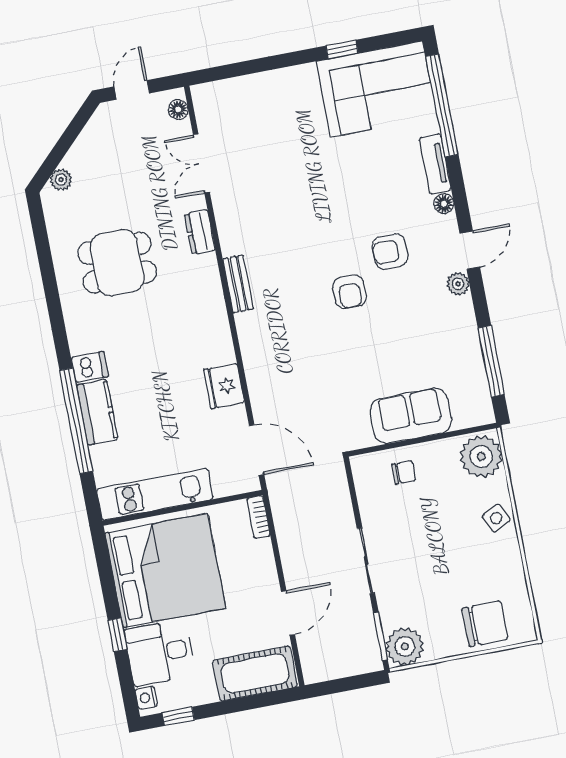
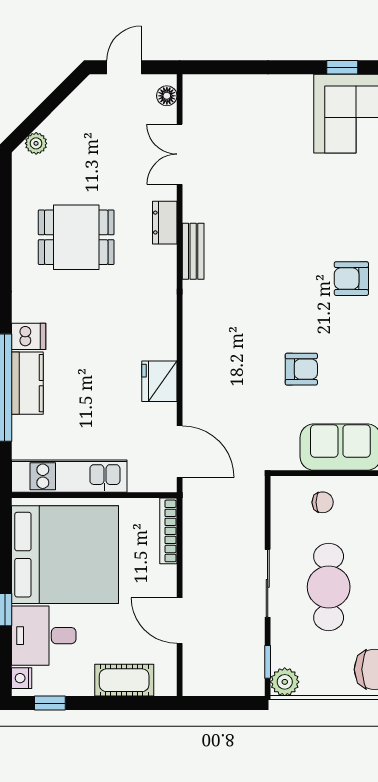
bench: (238, 284) -> (193, 251), moved
armchair: (350, 292) -> (301, 369), moved, turned -90
bookcase: (258, 517) -> (168, 531), width x1.56
cafe table: (425, 553) -> (329, 587), added
door: (288, 613) -> (180, 621), swing flipped
window: (380, 636) -> (268, 662), width x0.67
plant: (405, 646) -> (285, 682), width x0.73, depth x0.73
cot: (255, 673) -> (124, 680), width x0.73, depth x0.75

